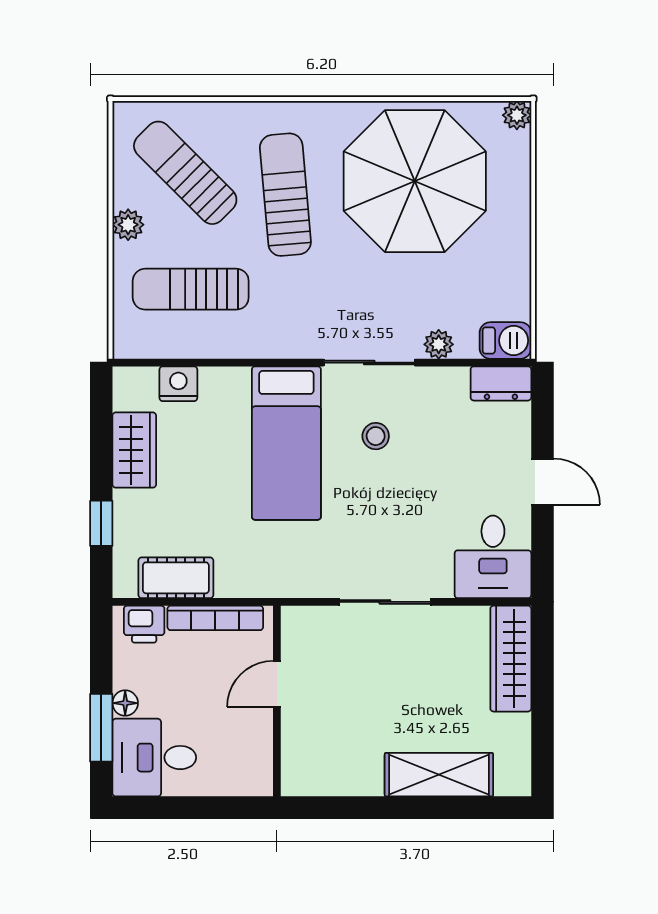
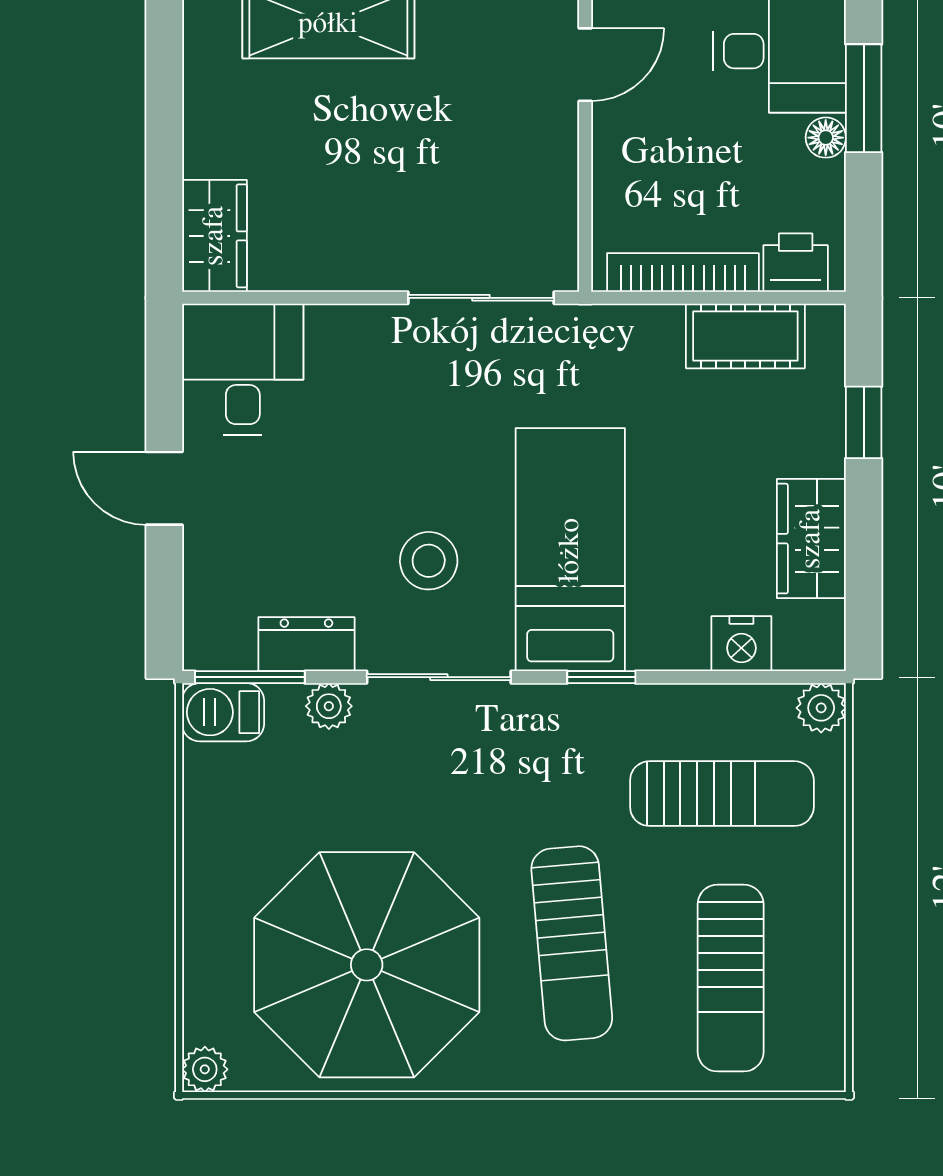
sun lounger: (185, 173) -> (731, 978), turned 45
plant: (128, 225) -> (821, 708), moved
window: (267, 363) -> (601, 677), added
window: (488, 363) -> (250, 677), added
dresser: (501, 383) -> (306, 644), moved
stool: (376, 436) -> (429, 561), width x1.37, depth x1.37
sliding door: (385, 602) -> (481, 298), moved
wardrobe: (511, 659) -> (214, 236), width x0.67
door: (277, 684) -> (585, 65), moved

